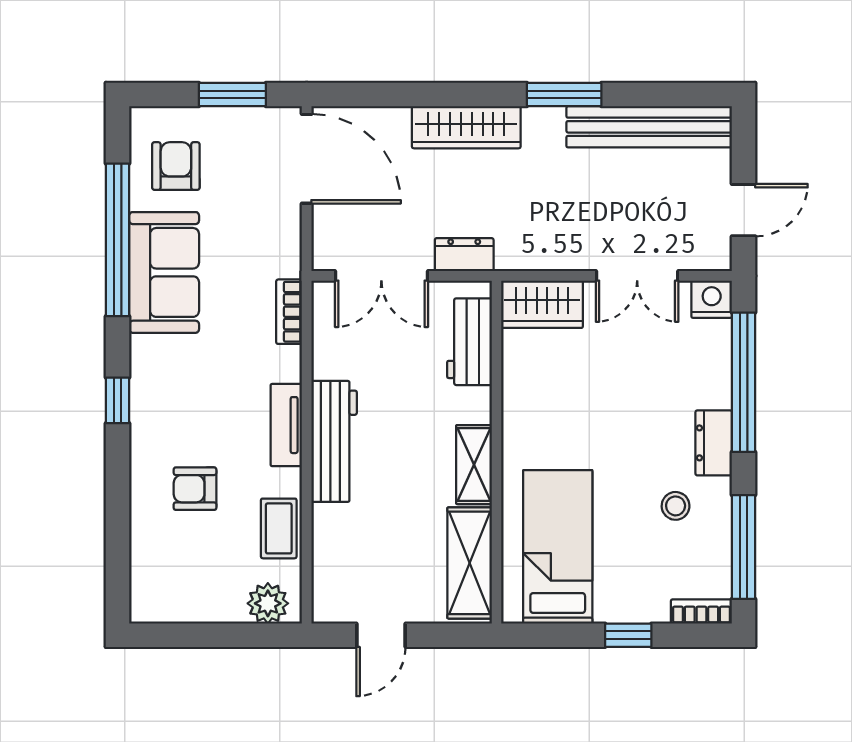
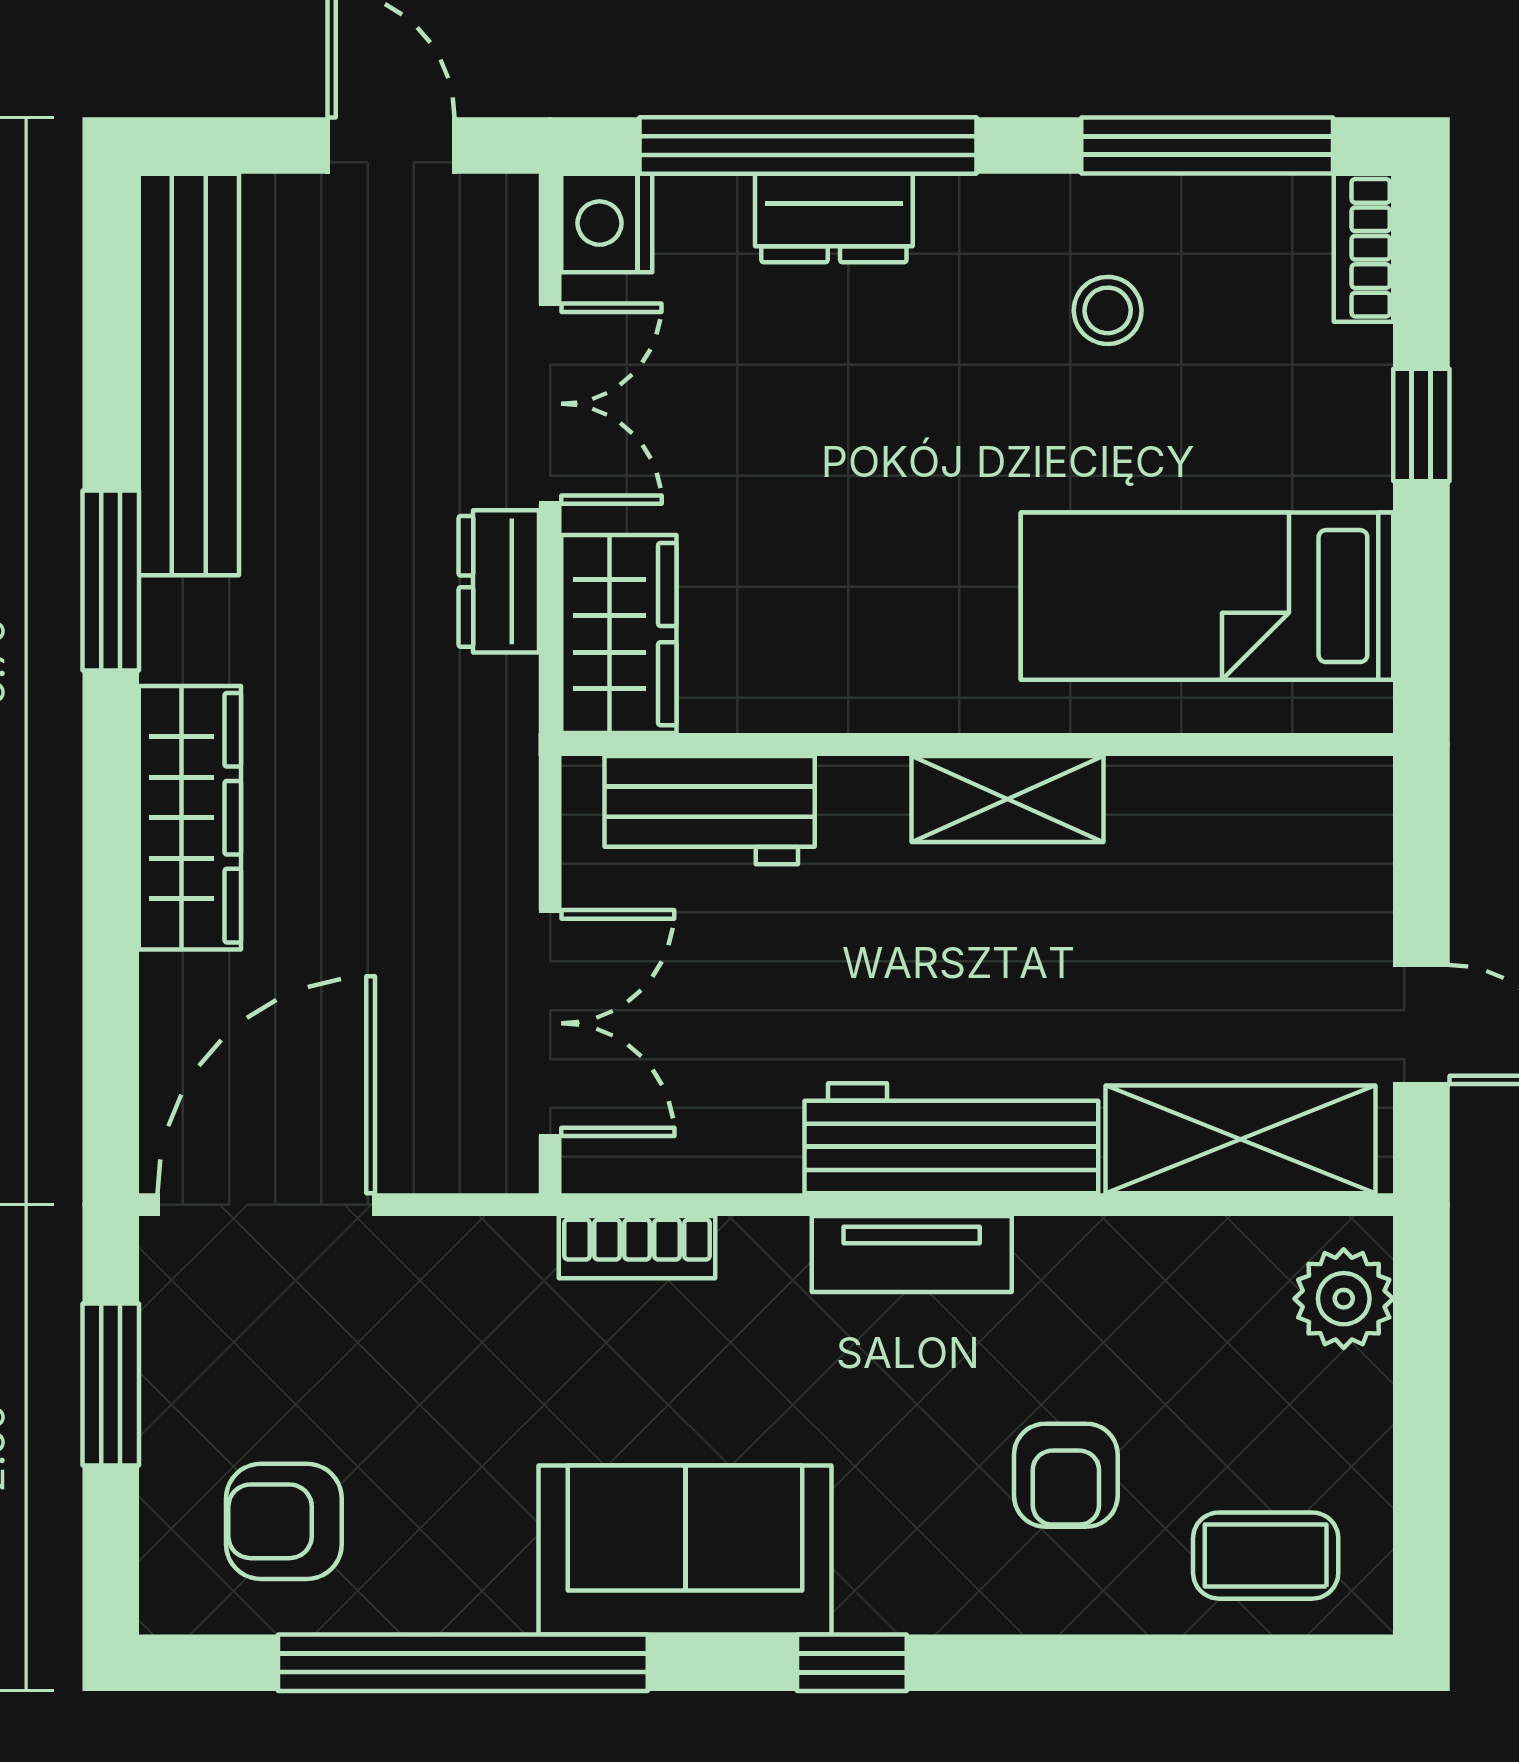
dresser: (464, 255) -> (499, 581), moved
sofa: (164, 272) -> (685, 1550), moved
dresser: (714, 443) -> (834, 218), moved
coffee table: (279, 528) -> (1266, 1556), moved
shelving: (470, 563) -> (1240, 1139), moved

